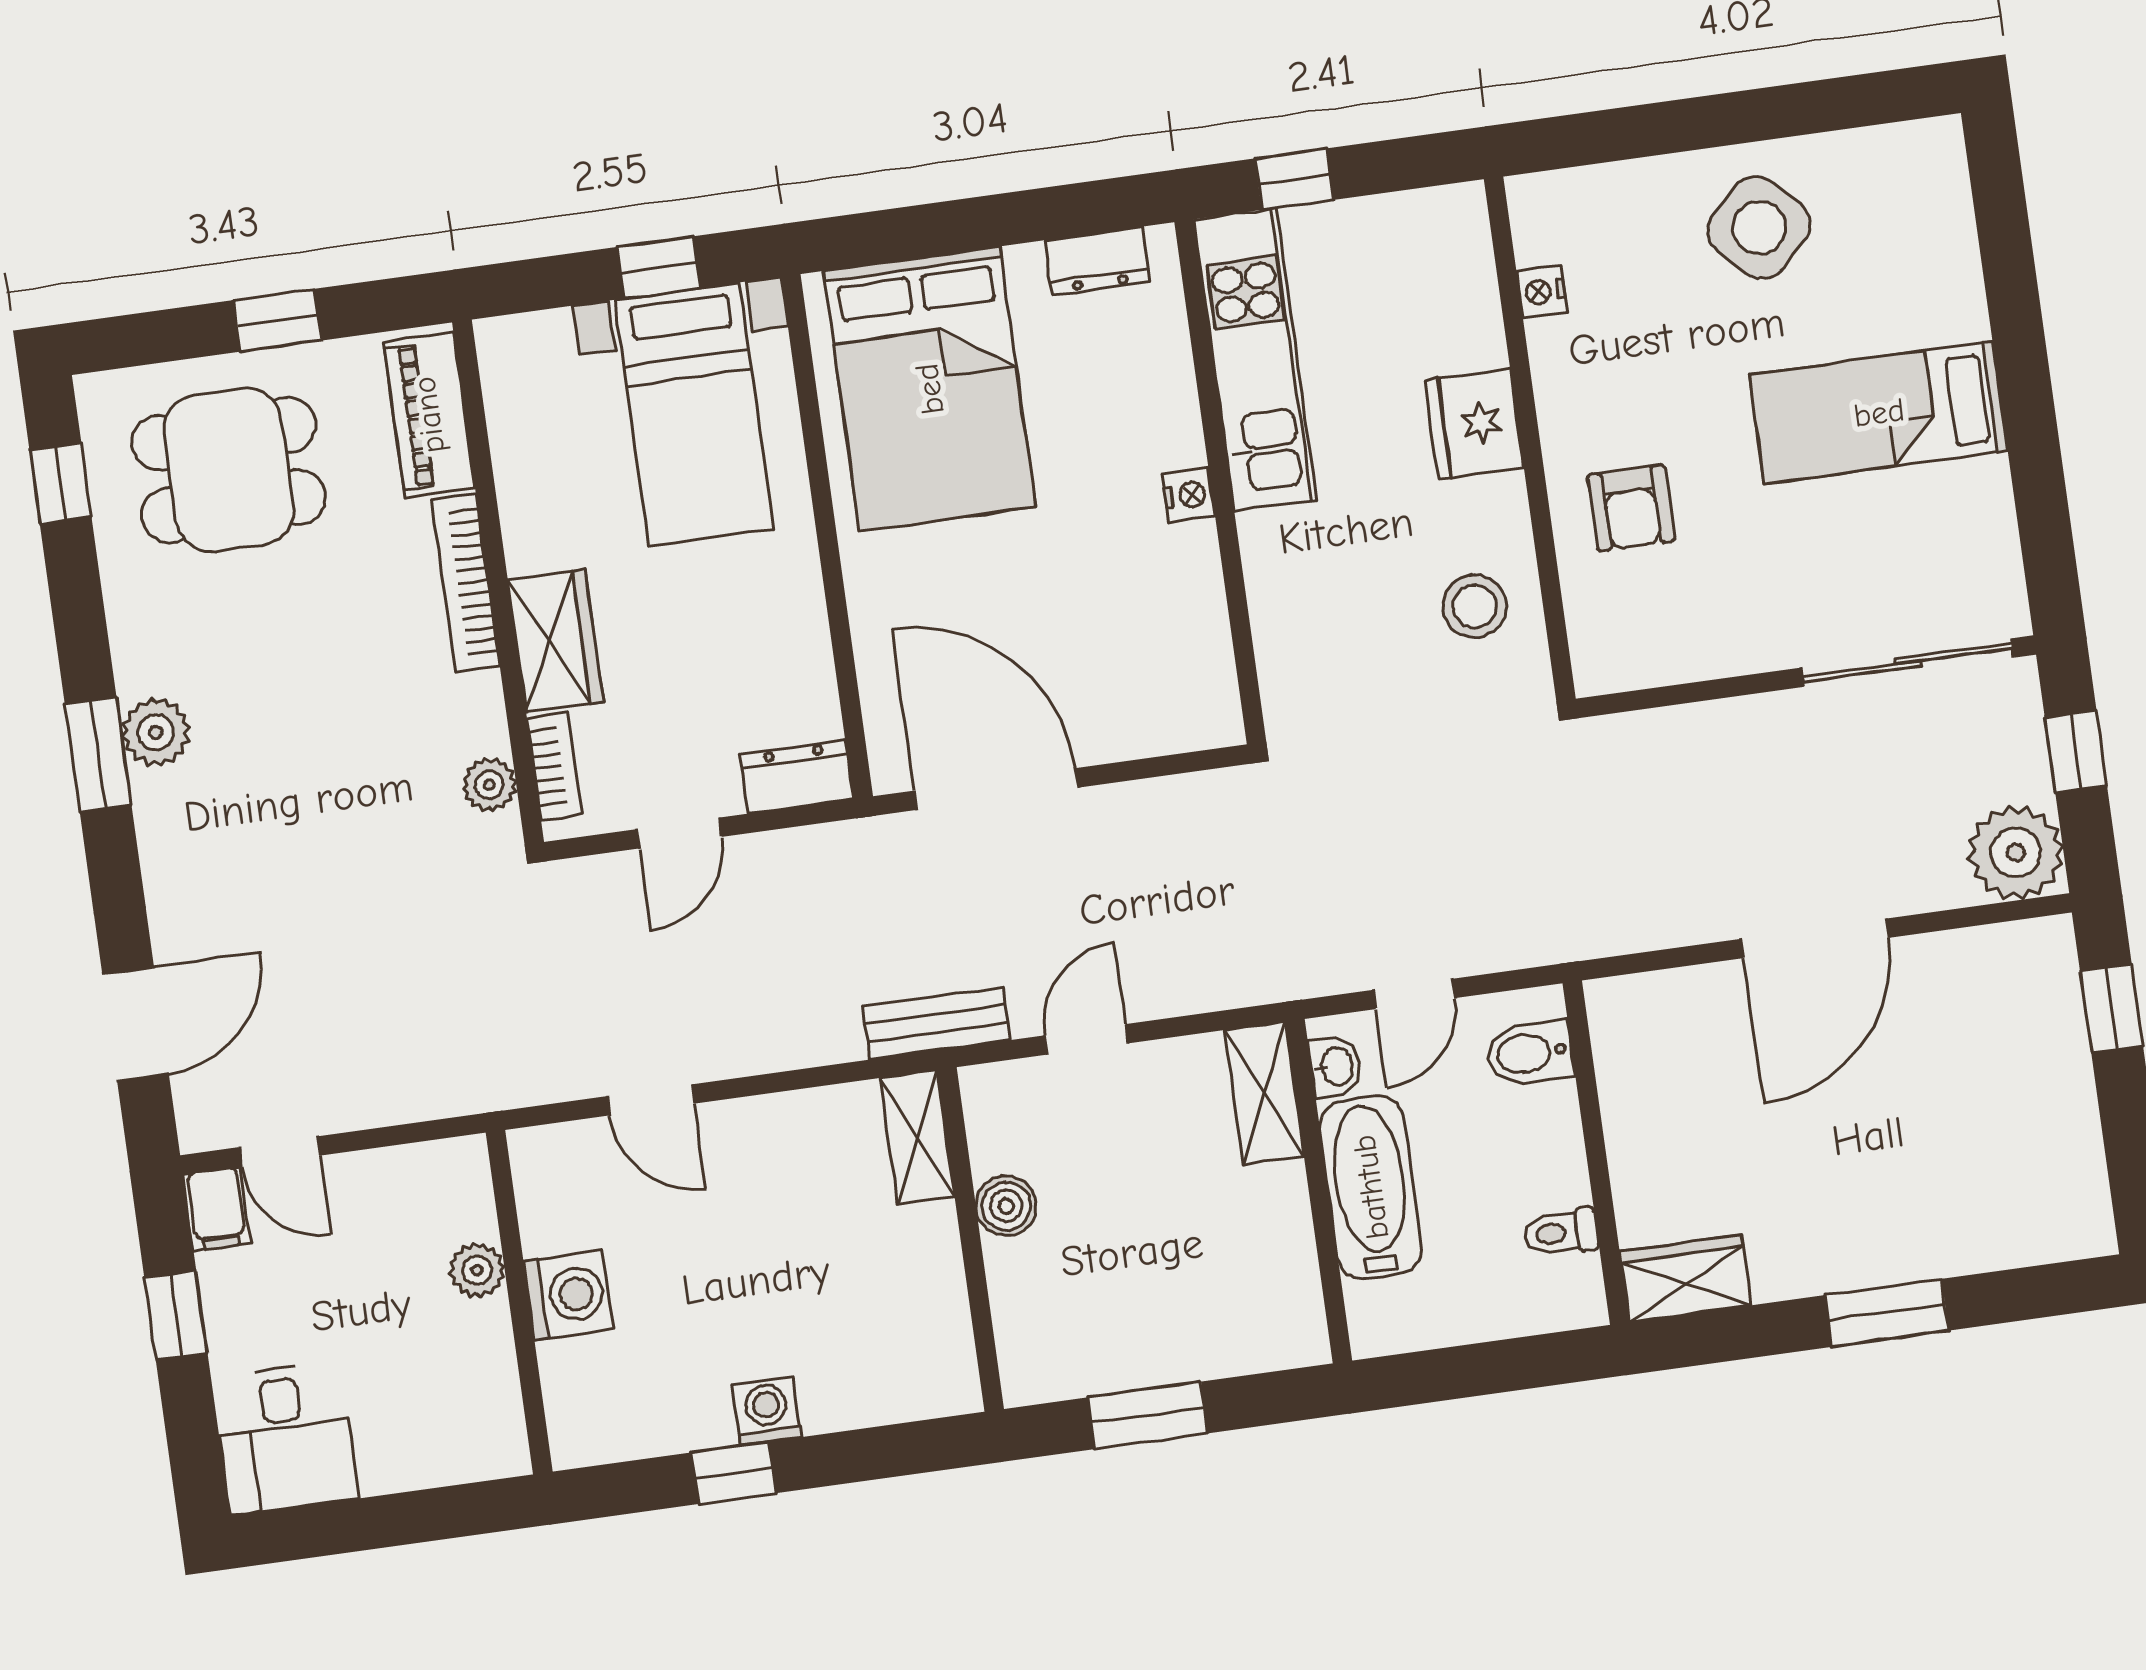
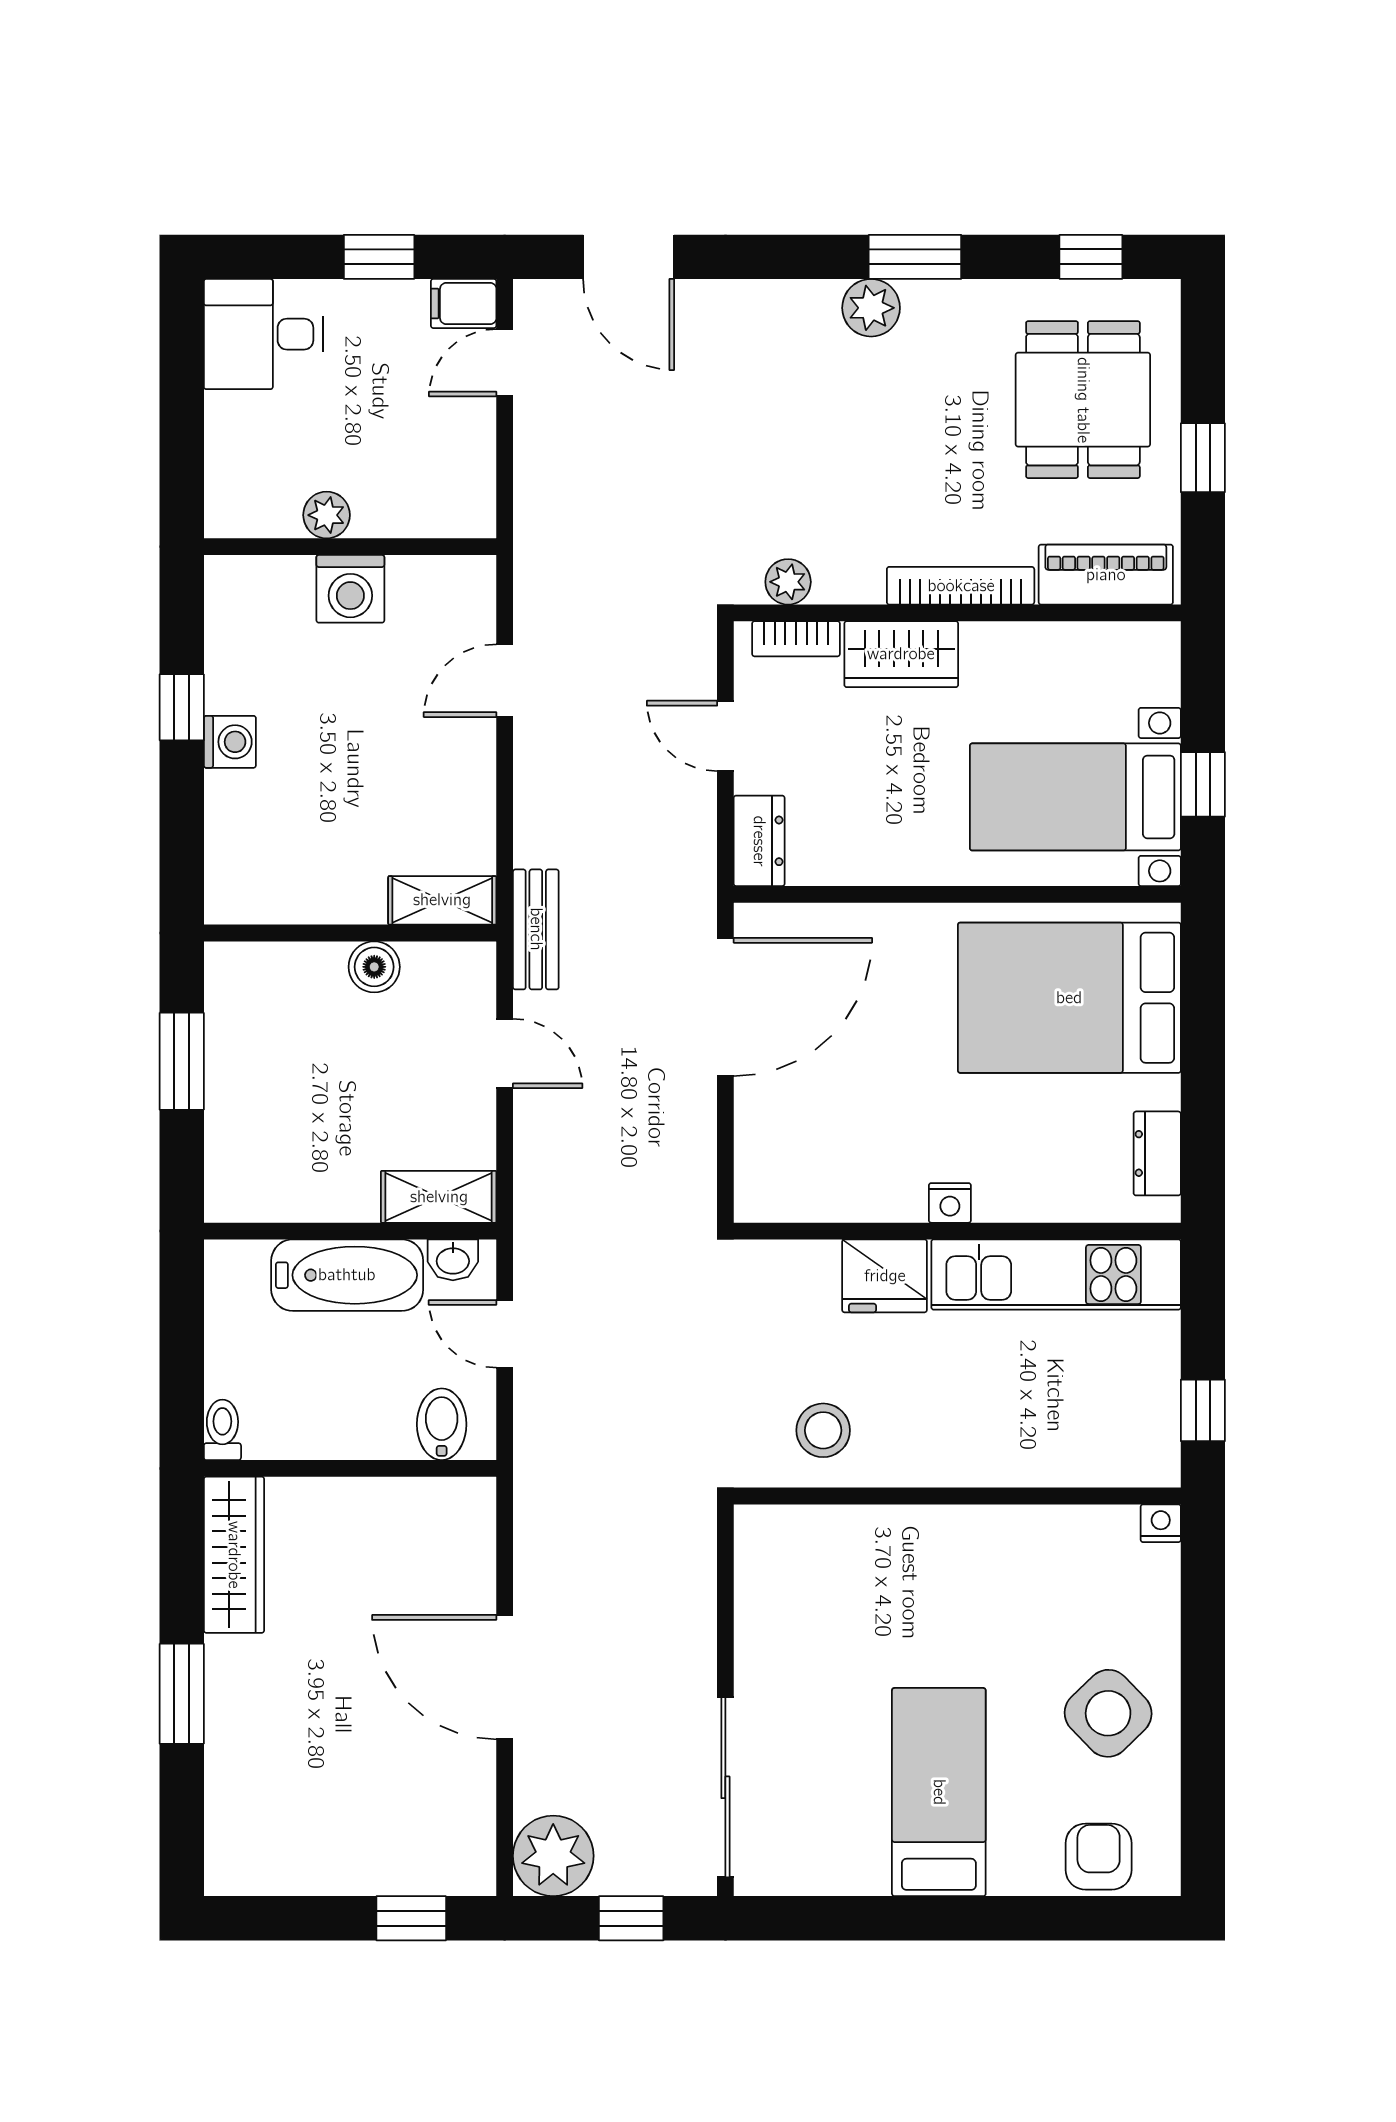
window: (1294, 179) -> (1203, 1410), moved
nightstand: (1542, 291) -> (1161, 1523), moved
fridge: (1474, 424) -> (885, 1276), moved, turned 180
armchair: (1631, 508) -> (1099, 1857), moved, turned 90
window: (98, 755) -> (915, 257), moved
toilet: (1561, 1232) -> (222, 1430), moved
plant: (477, 1270) -> (327, 515), moved
wardrobe: (1685, 1279) -> (234, 1555), width x1.50

